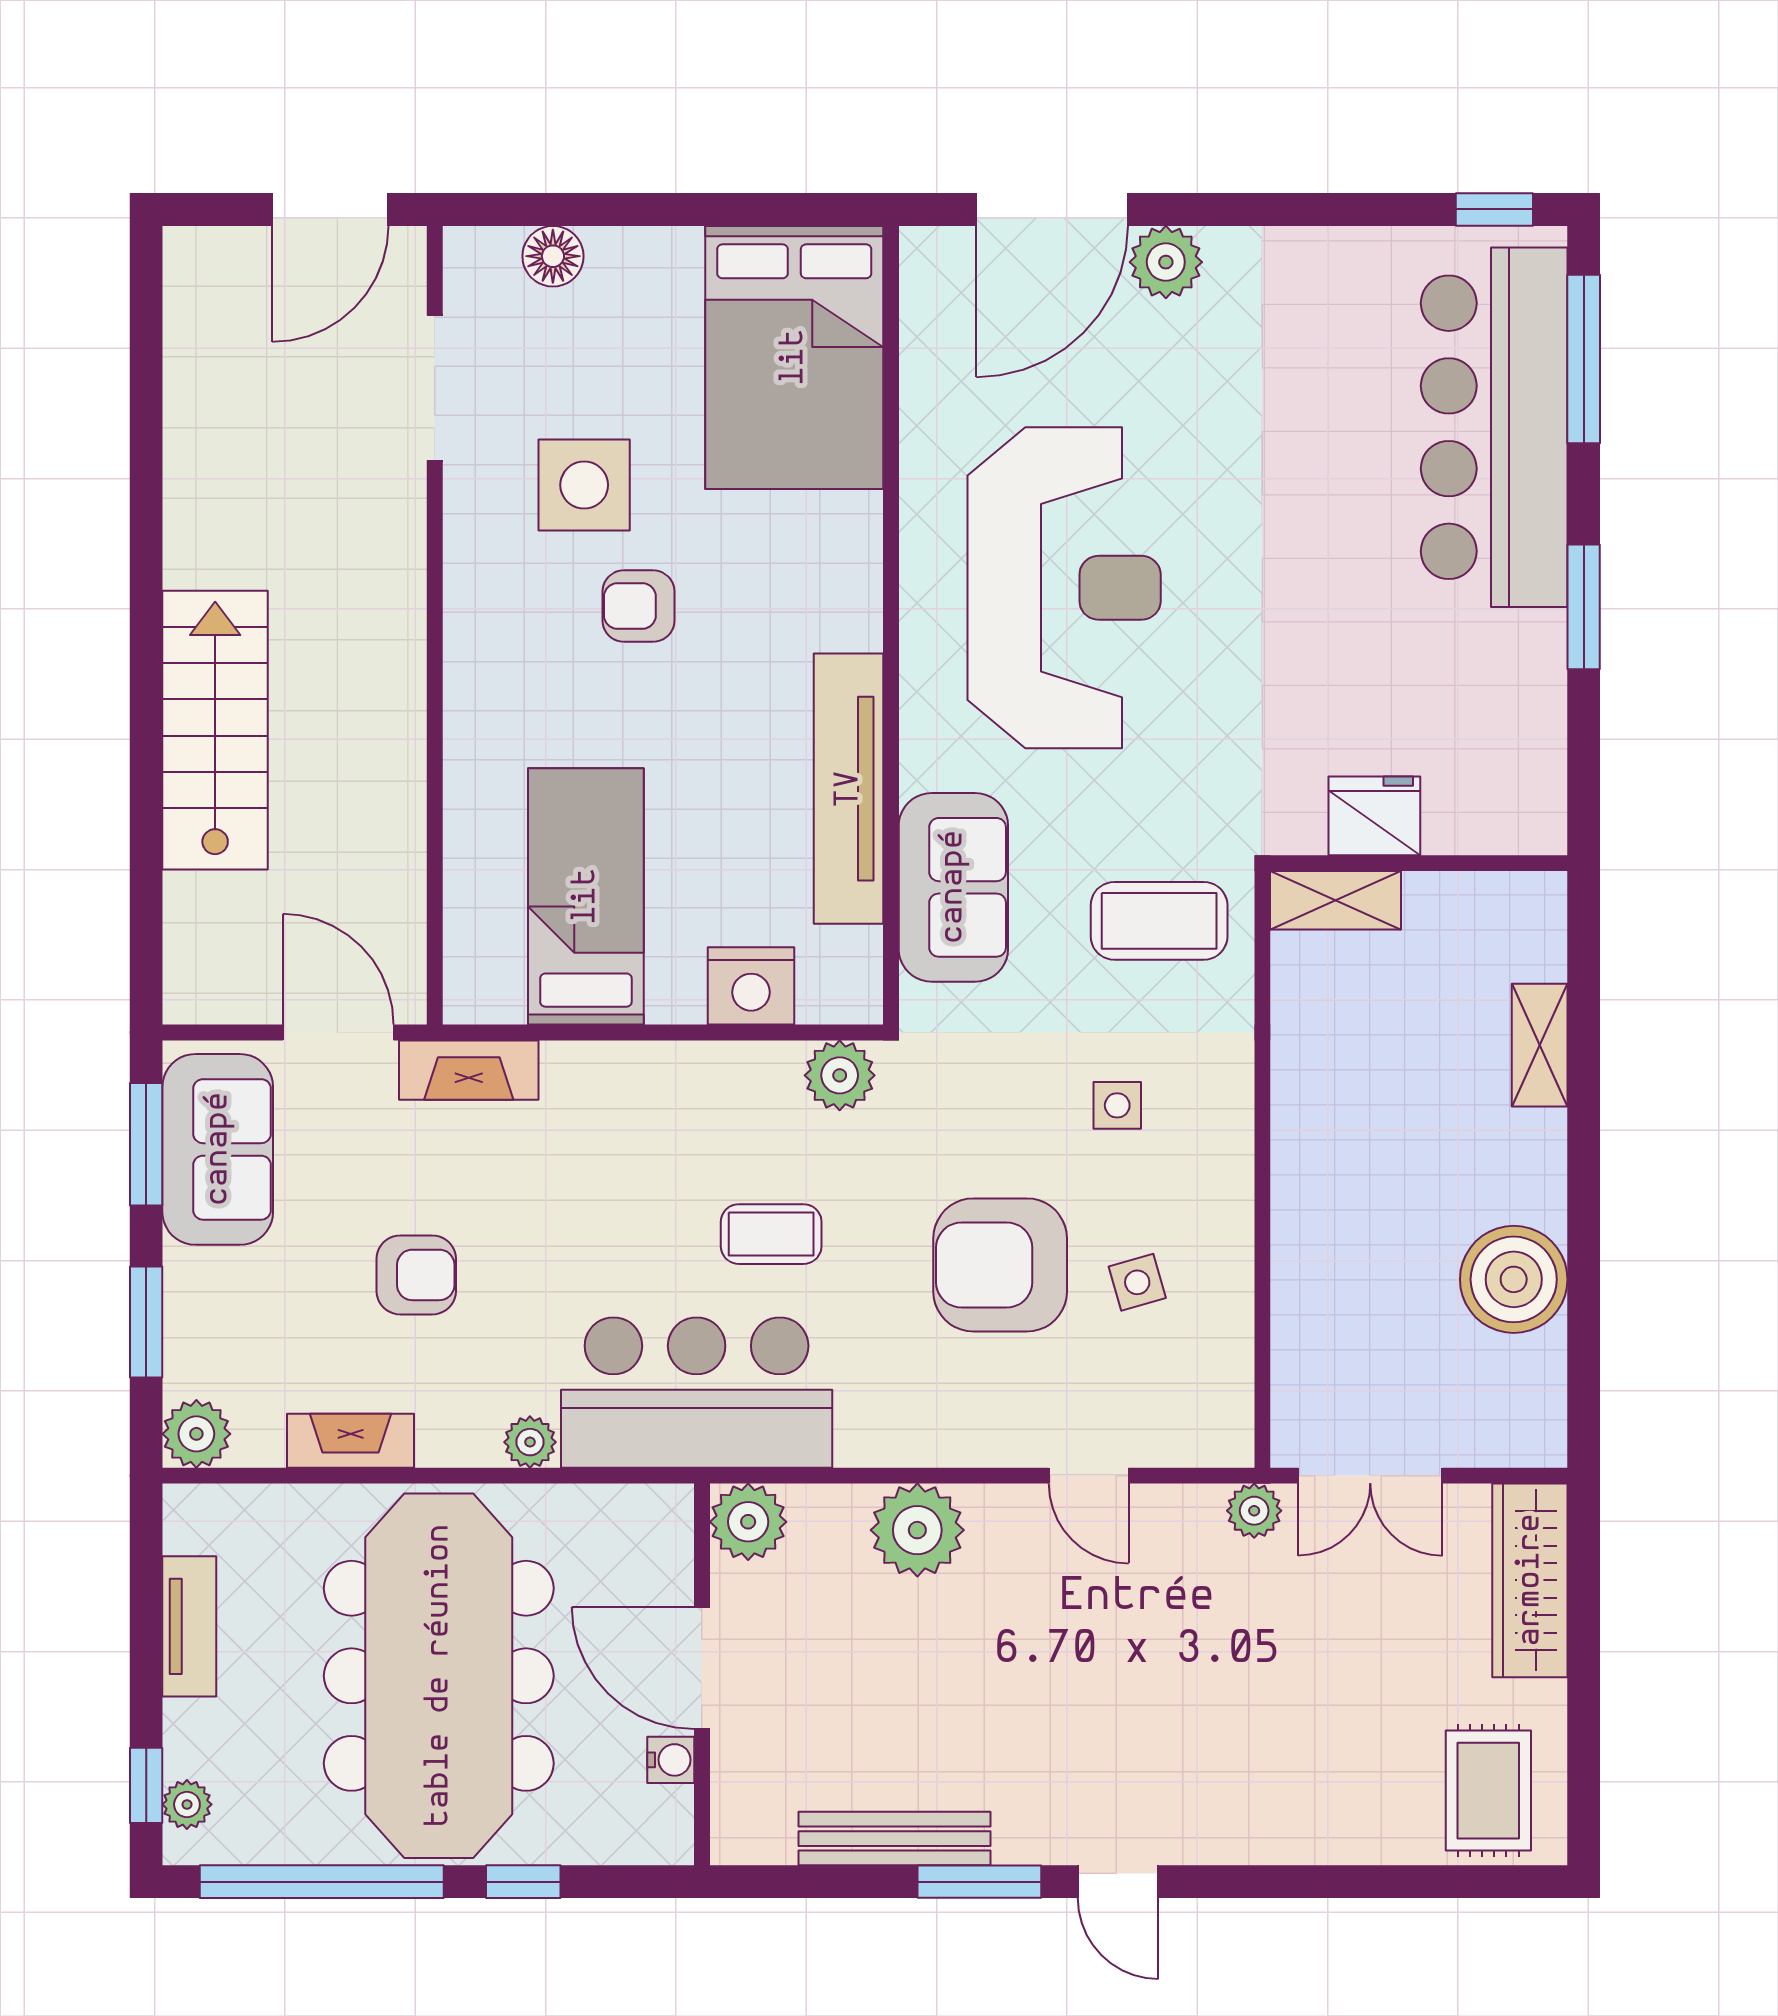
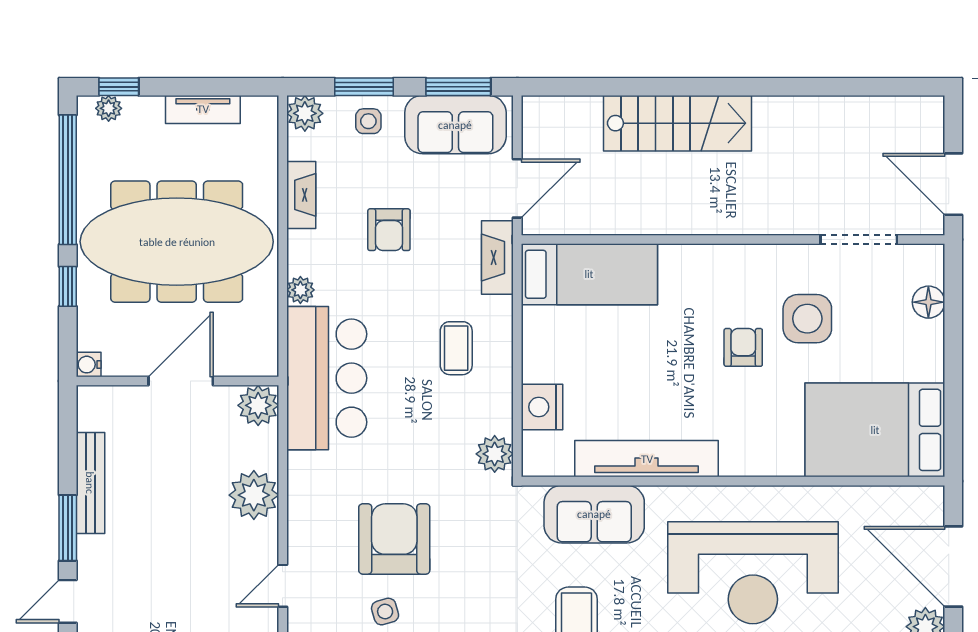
bed: (586, 896) -> (589, 274), moved
side table: (1117, 1105) -> (368, 121), moved
coffee table: (771, 1234) -> (456, 348), moved
water cooler: (671, 1760) -> (89, 365), moved, turned 90

